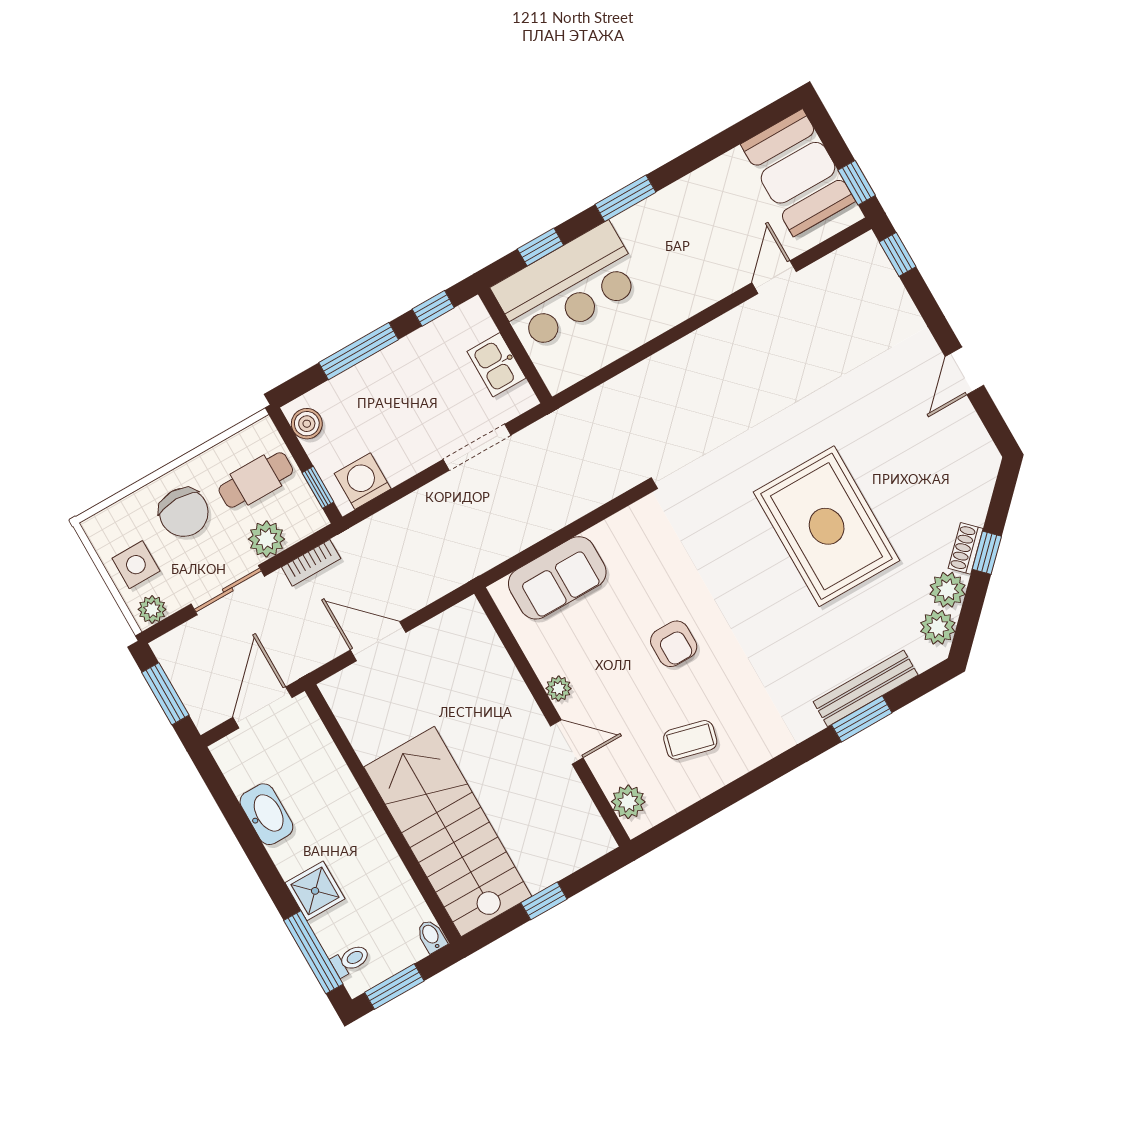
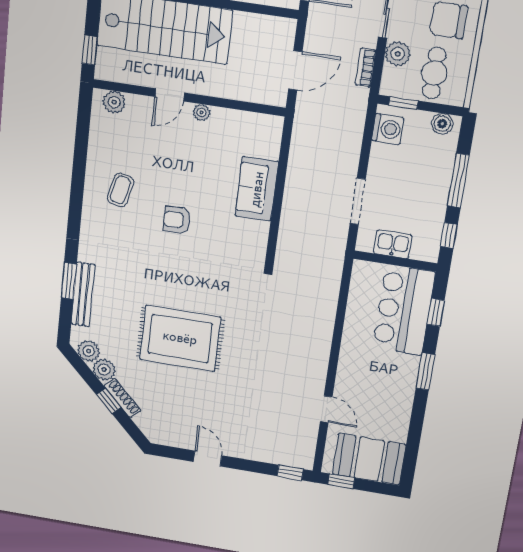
shoe rack: (966, 548) -> (122, 398), width x1.43
plant: (559, 688) -> (202, 113), moved
wall: (552, 717) -> (189, 98), moved
door: (567, 742) -> (170, 95), moved
plant: (628, 802) -> (114, 102), moved

